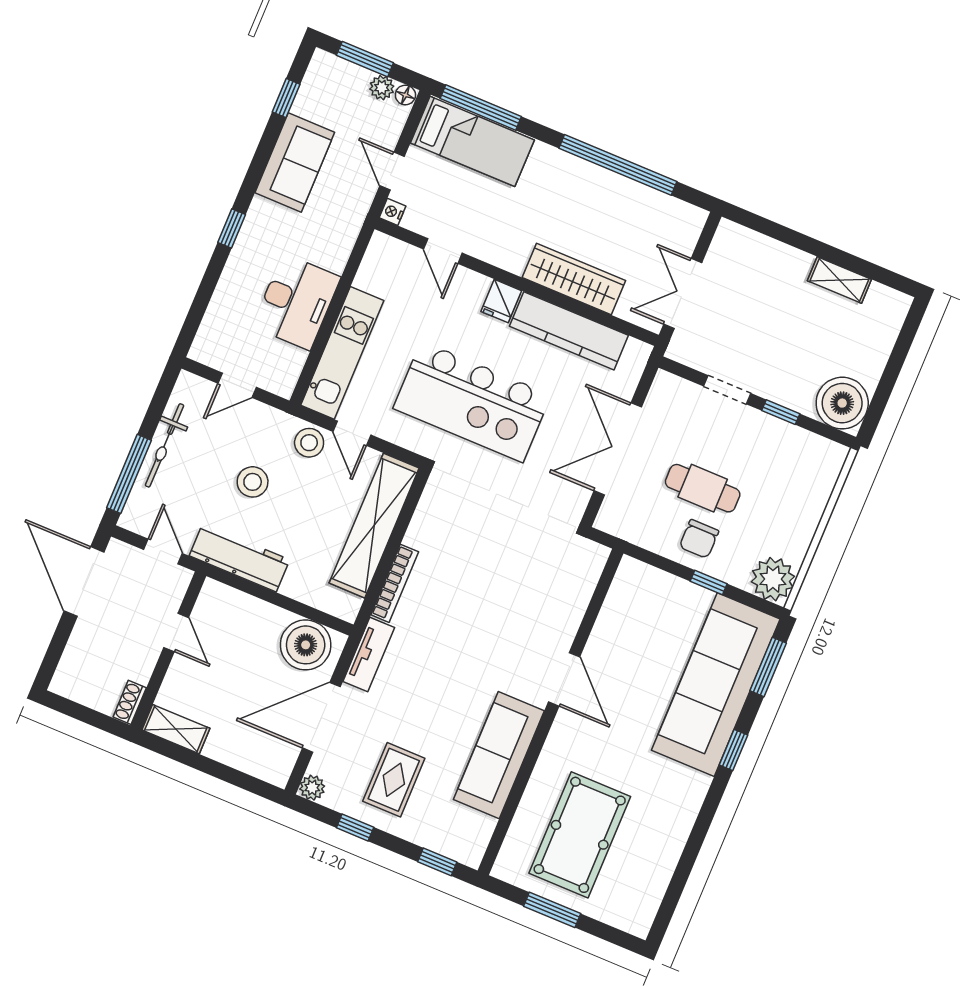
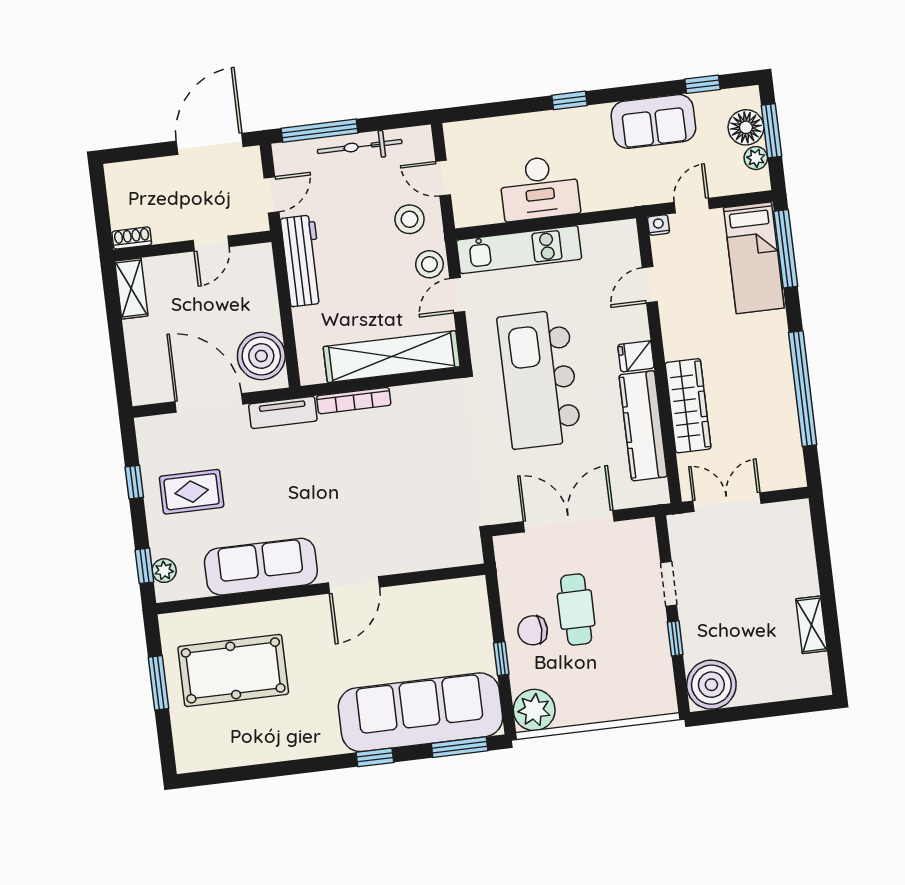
floor lamp: (405, 95) -> (746, 127), moved, width x1.89, depth x1.89
stool: (253, 482) -> (410, 219), moved
plant: (312, 788) -> (164, 571), moved

